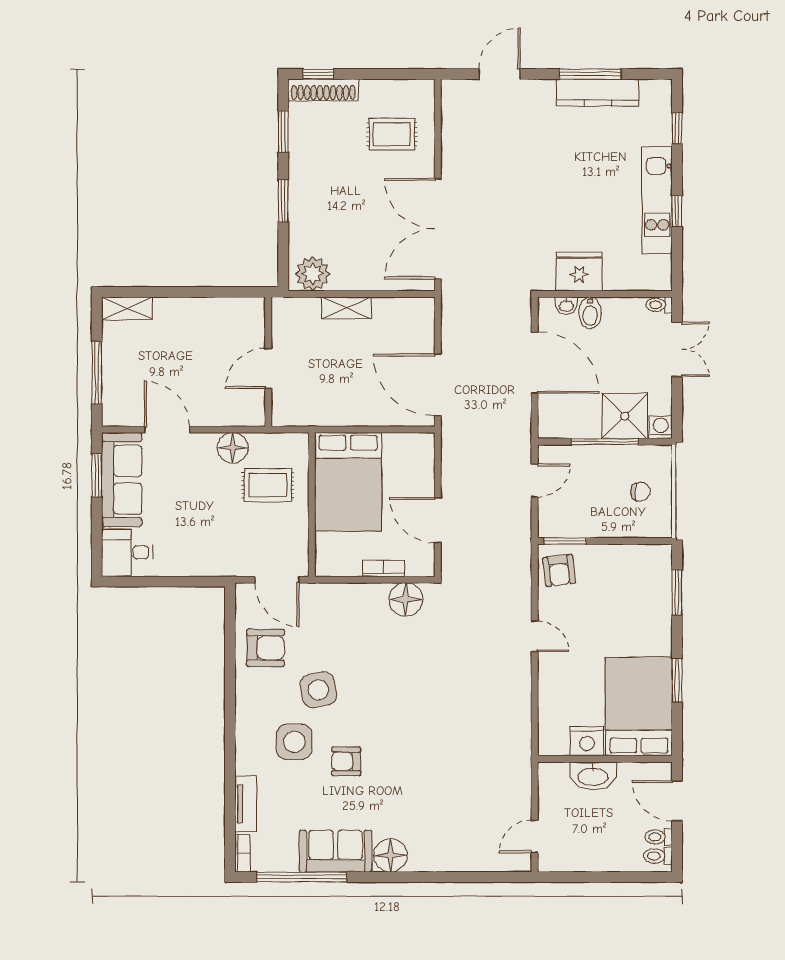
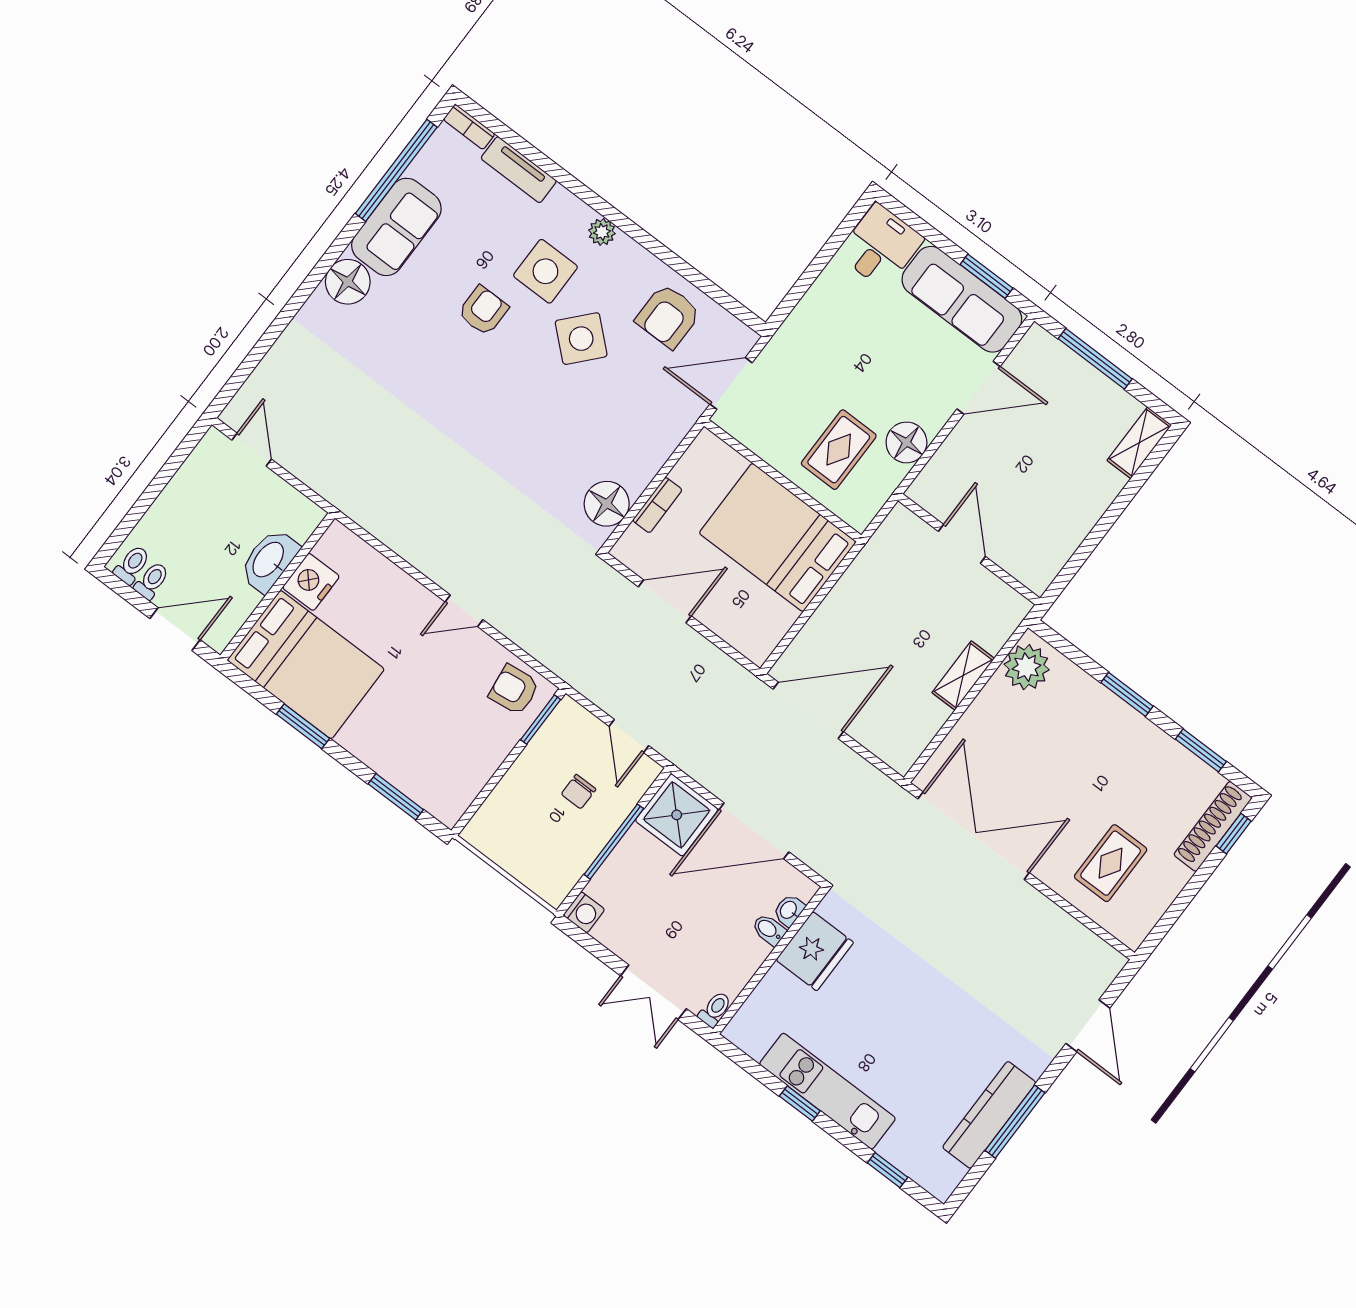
bidet: (590, 313) -> (769, 930), width x0.72, depth x0.74
shower: (625, 416) -> (677, 815), moved
chair: (640, 492) -> (578, 792), moved
side table: (318, 690) -> (581, 339), turned -37
plant: (245, 726) -> (602, 232), added

